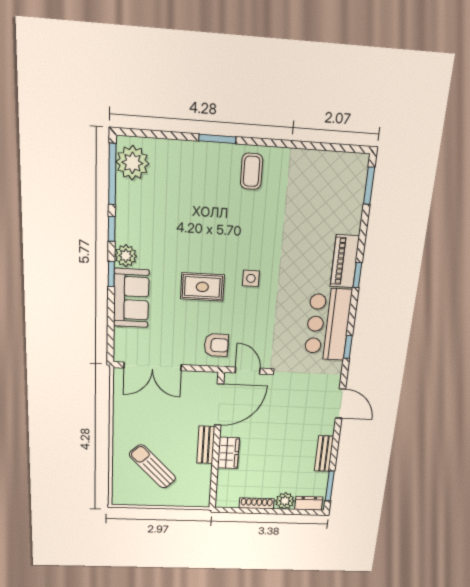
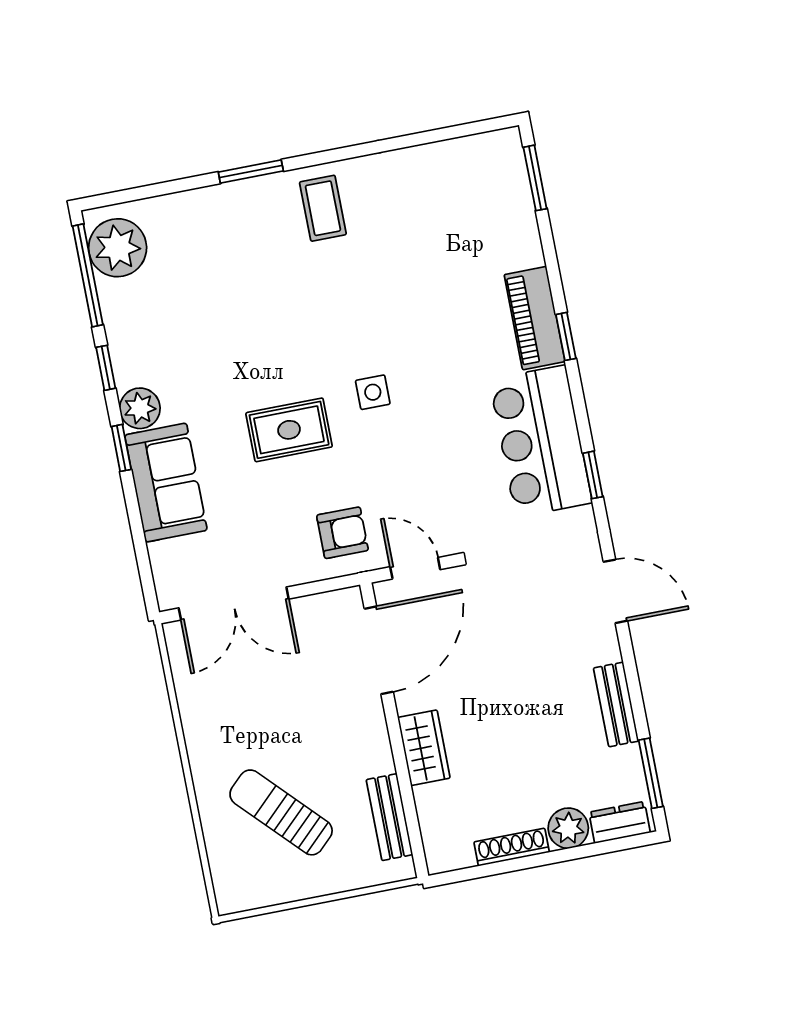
bench: (206, 445) -> (389, 817), moved

